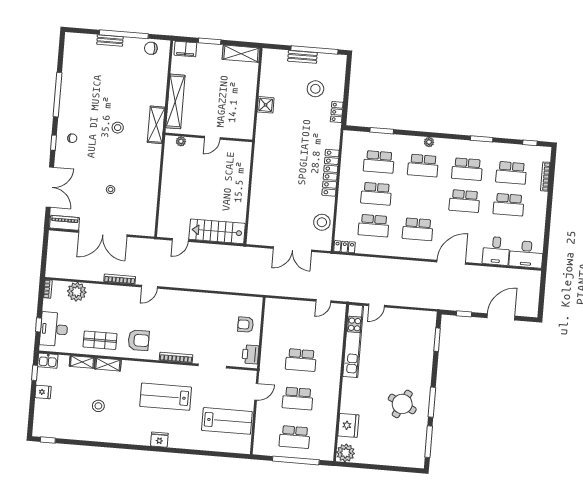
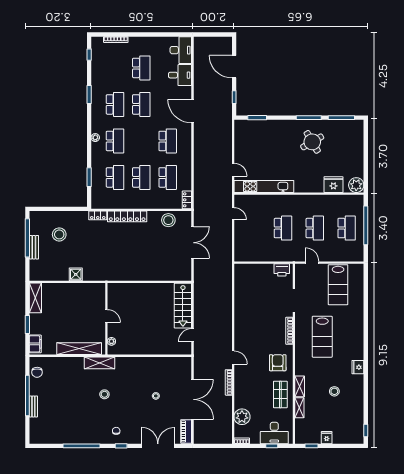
locker: (337, 112) -> (98, 215), moved
school desk: (511, 173) -> (115, 68), removed
door: (180, 240) -> (192, 335), swing flipped
armchair: (246, 325) -> (258, 276), removed
kitchen sink: (48, 361) -> (301, 436), removed
round table: (402, 404) -> (312, 142), turned 34
lab bench: (227, 421) -> (338, 285), turned 180
fridge: (159, 440) -> (358, 367), moved

